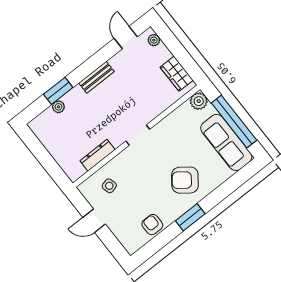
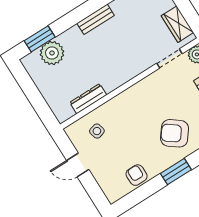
window: (58, 91) -> (40, 39), moved
plant: (58, 107) -> (52, 53), width x1.87, depth x1.87
doorway: (138, 135) -> (169, 58), moved

